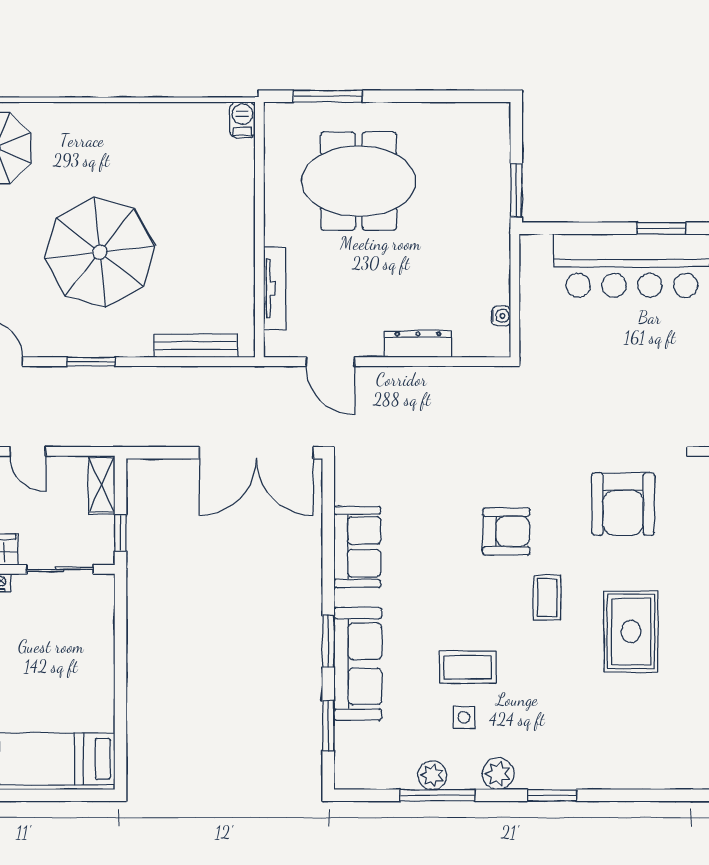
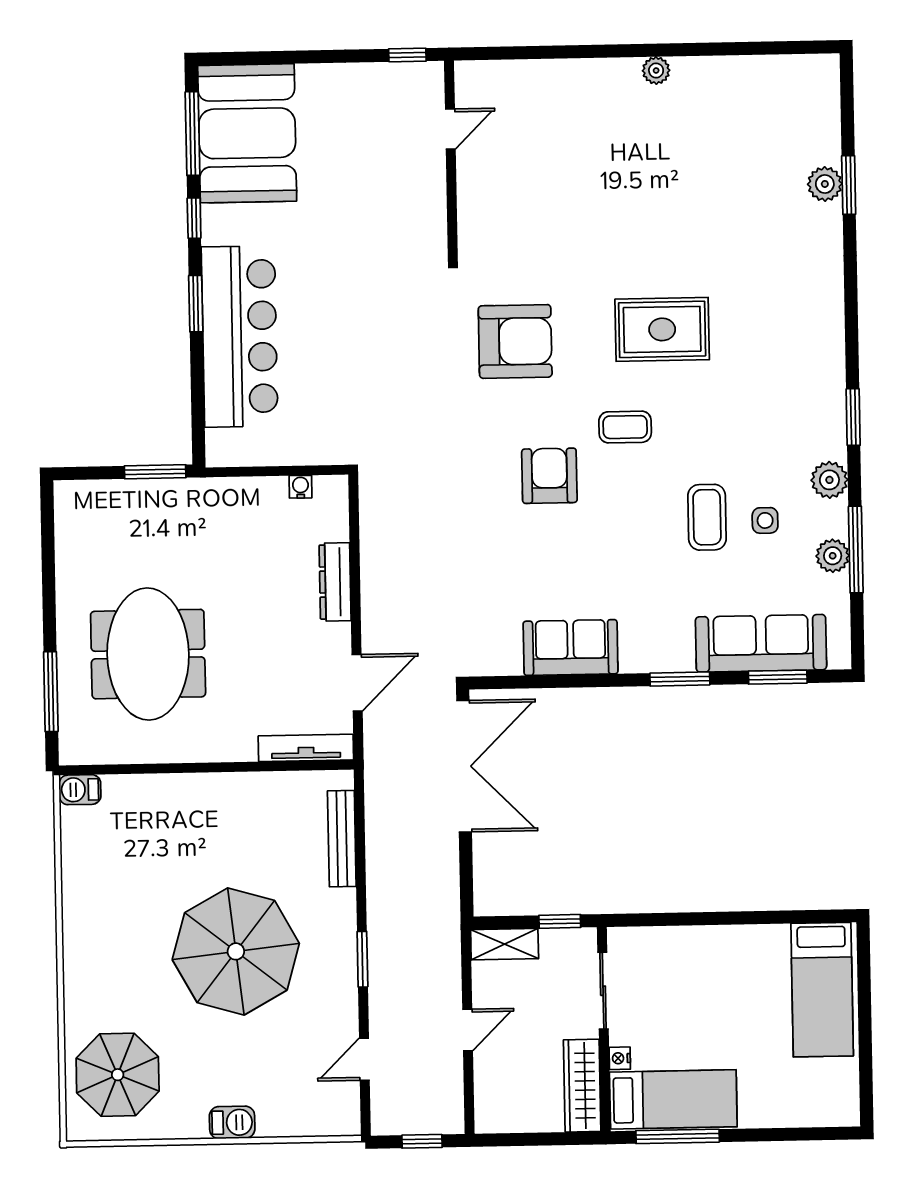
tv unit: (275, 288) -> (306, 748), moved
sofa: (358, 664) -> (761, 643), moved

